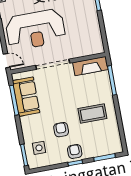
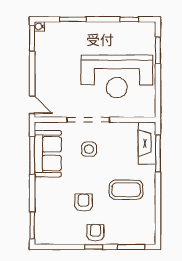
reception desk: (35, 30) -> (117, 76), moved
fireplace: (90, 66) -> (147, 143), moved, turned 90
side table: (39, 148) -> (89, 149), moved

